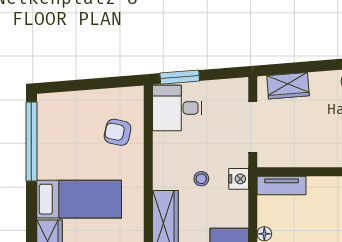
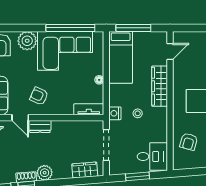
window: (180, 77) -> (137, 176), moved
armchair: (118, 132) -> (189, 142), turned 94

